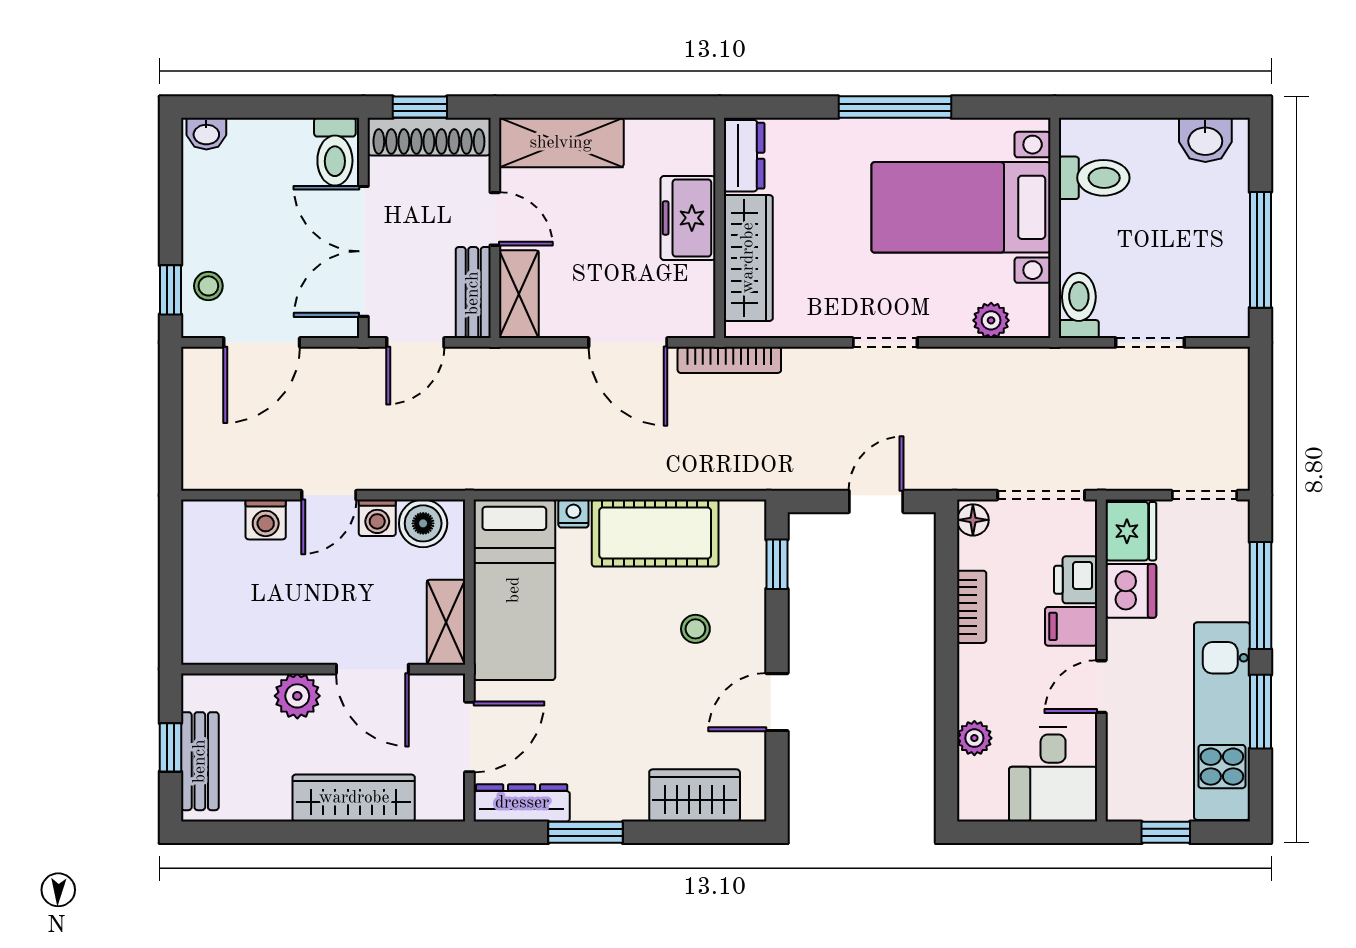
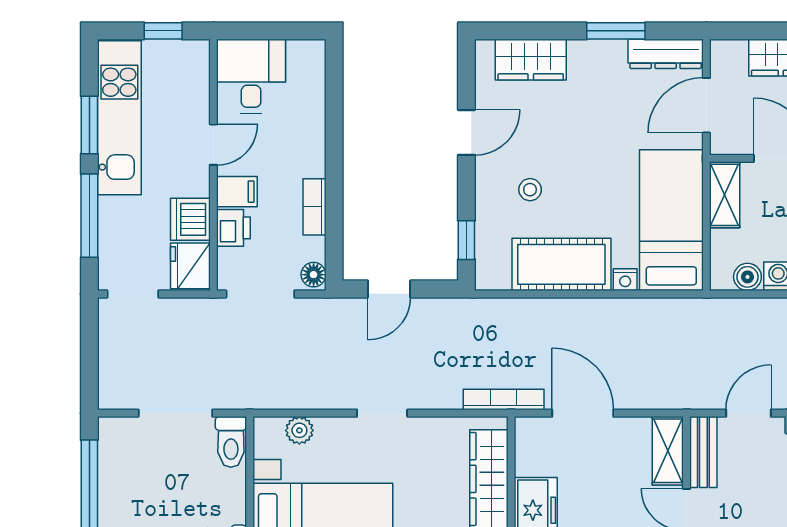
doorway: (1150, 342) -> (175, 413), width x1.38
boiler: (423, 523) -> (747, 277), width x0.73, depth x0.73
plant: (974, 738) -> (312, 104), removed

